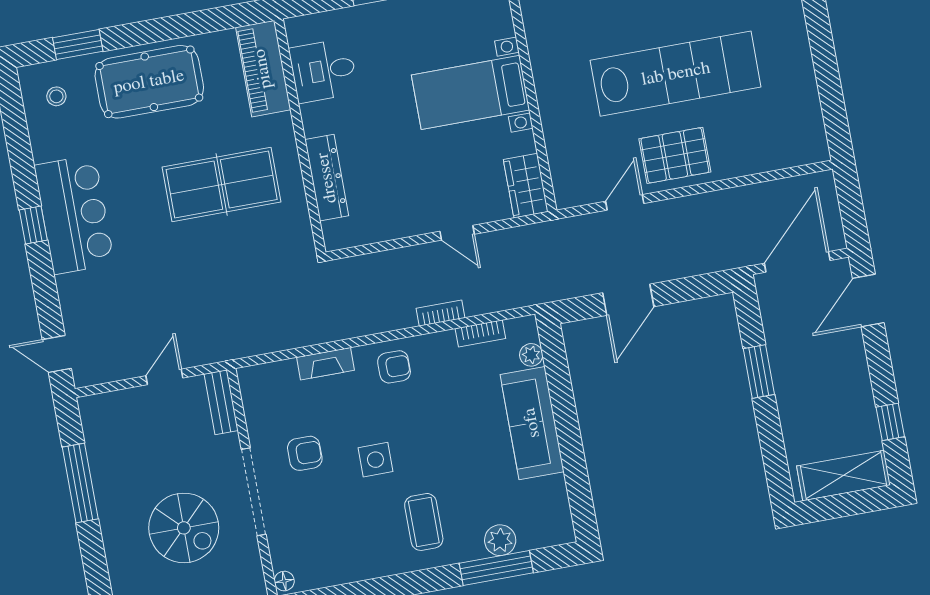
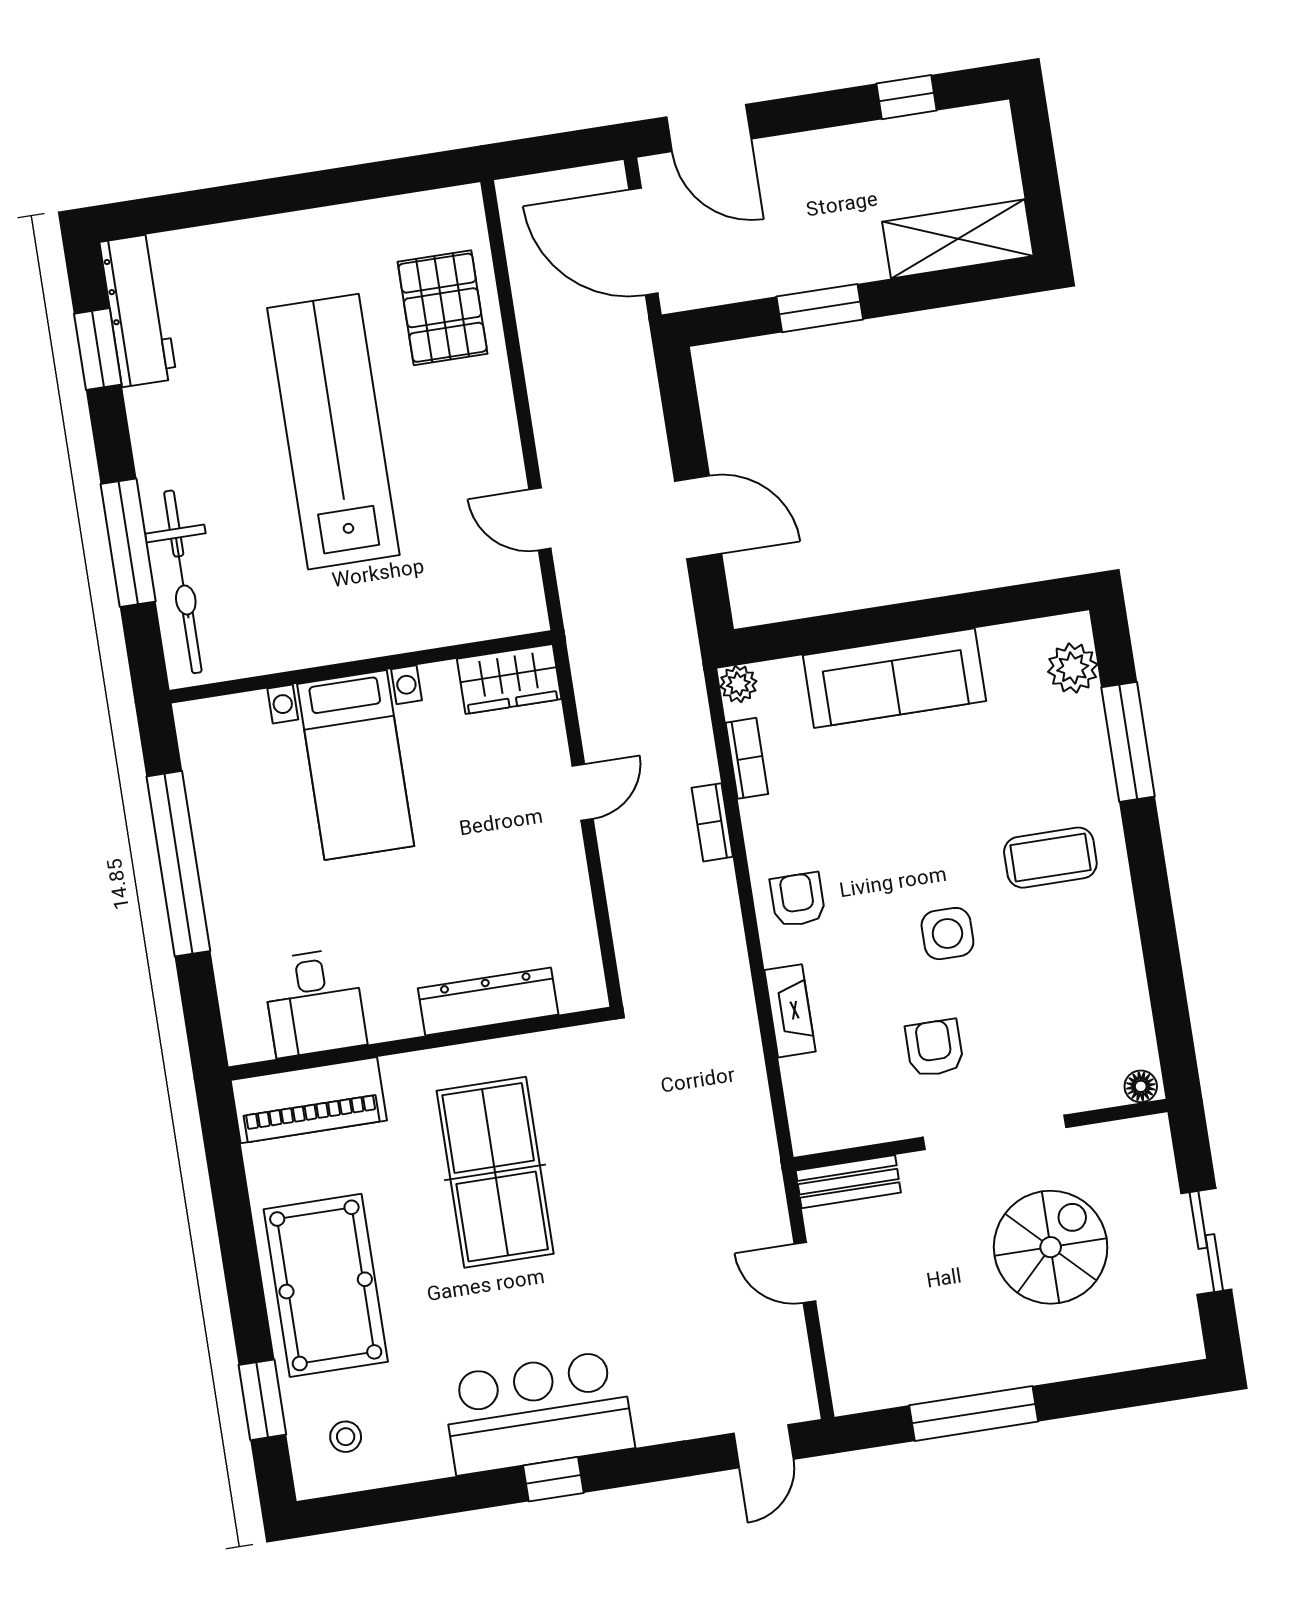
pallet: (675, 155) -> (443, 308), moved
plant: (531, 355) -> (738, 684), moved
shelving: (844, 476) -> (958, 239), moved, turned 90
plant: (500, 540) -> (1073, 668), moved

